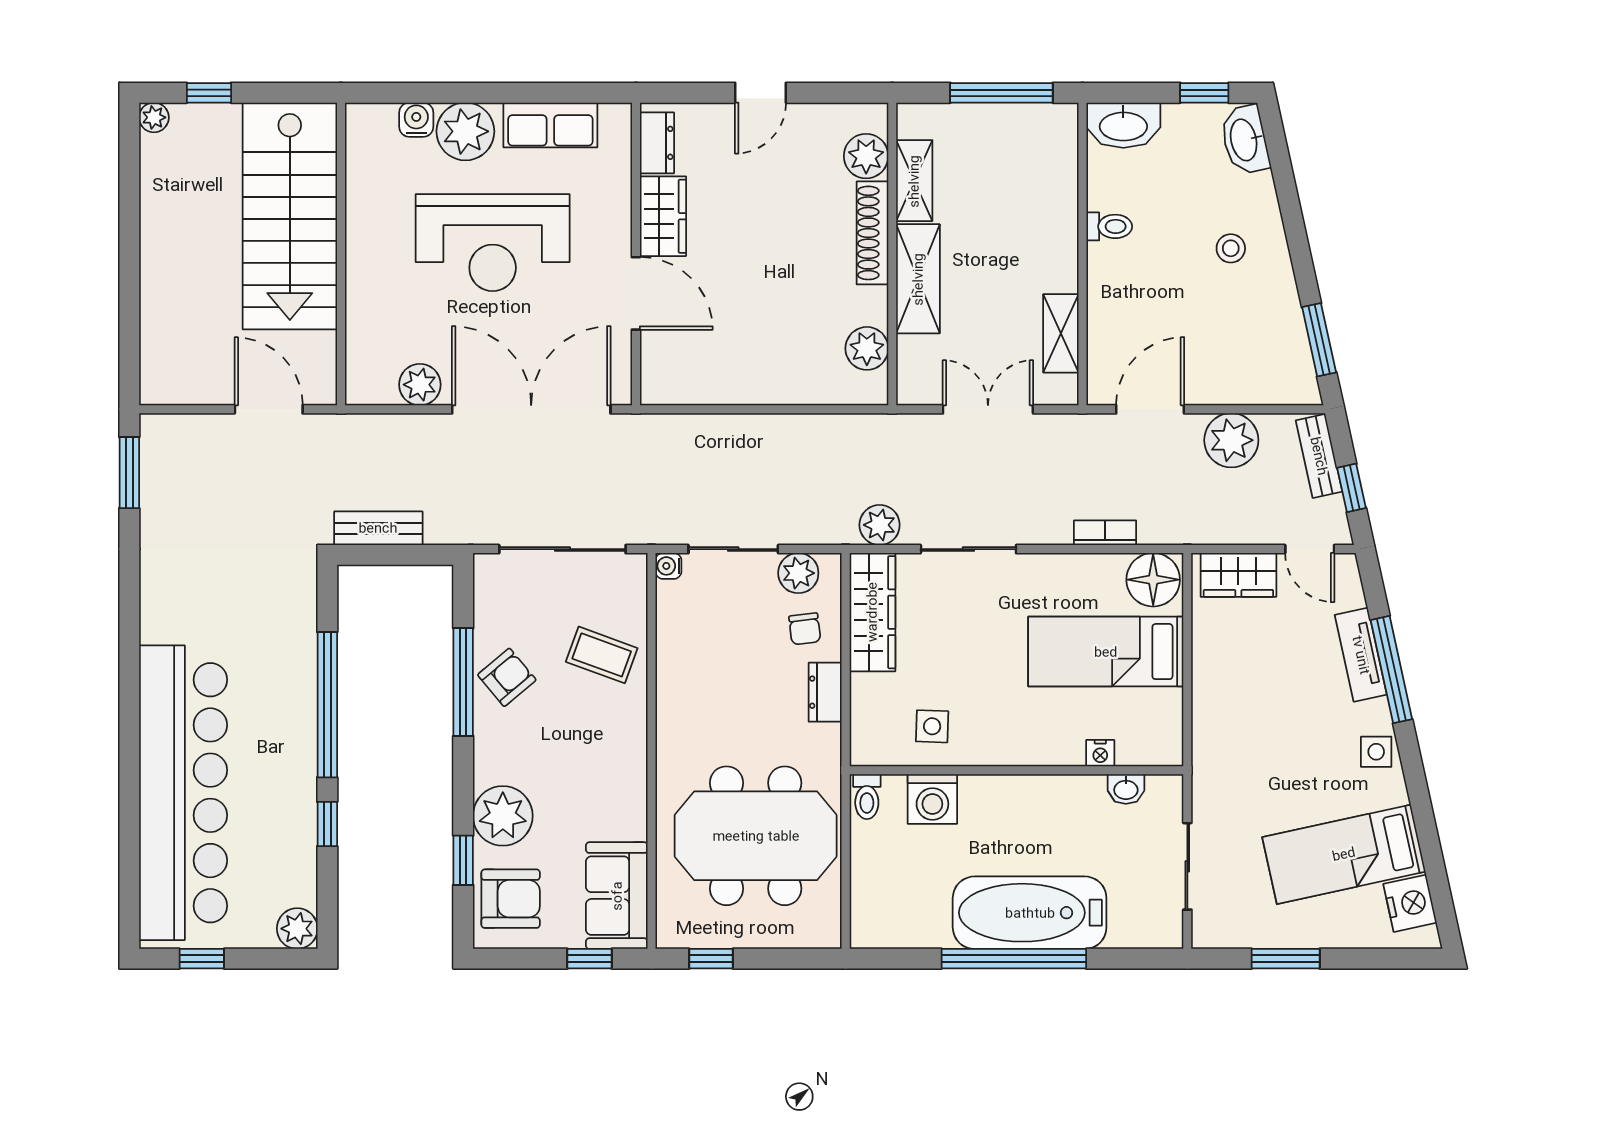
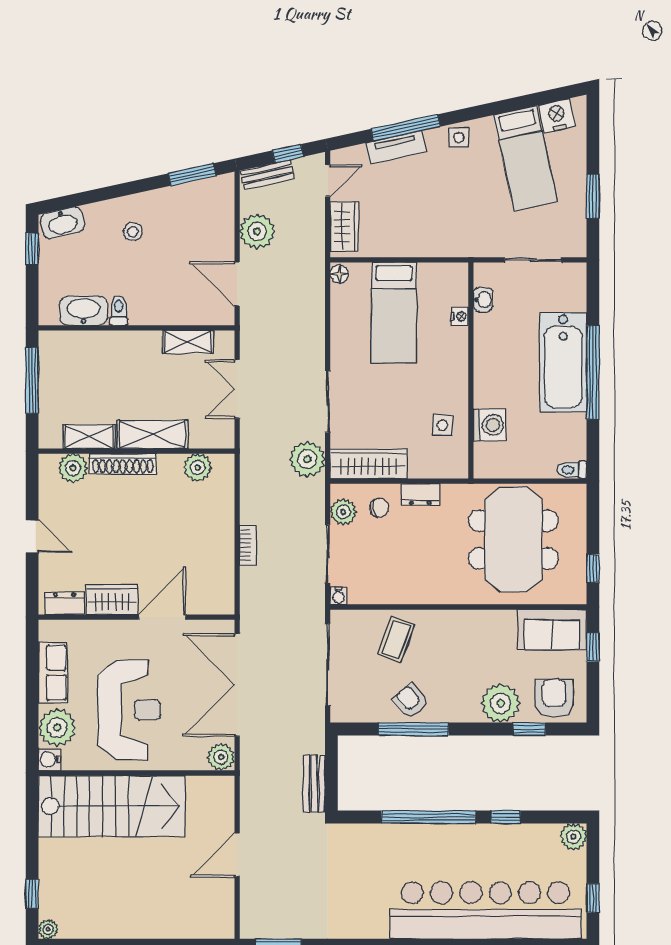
washbasin: (1123, 125) -> (84, 311), moved, turned -90
stairs: (290, 216) -> (112, 806), moved
wall: (341, 254) -> (136, 773), moved
plant: (880, 525) -> (307, 459), width x1.36, depth x1.36
bookcase: (1105, 533) -> (248, 545), moved, turned 180
floor lamp: (1153, 580) -> (339, 274), width x0.53, depth x0.53
toilet: (867, 797) -> (572, 470), moved, turned 180

